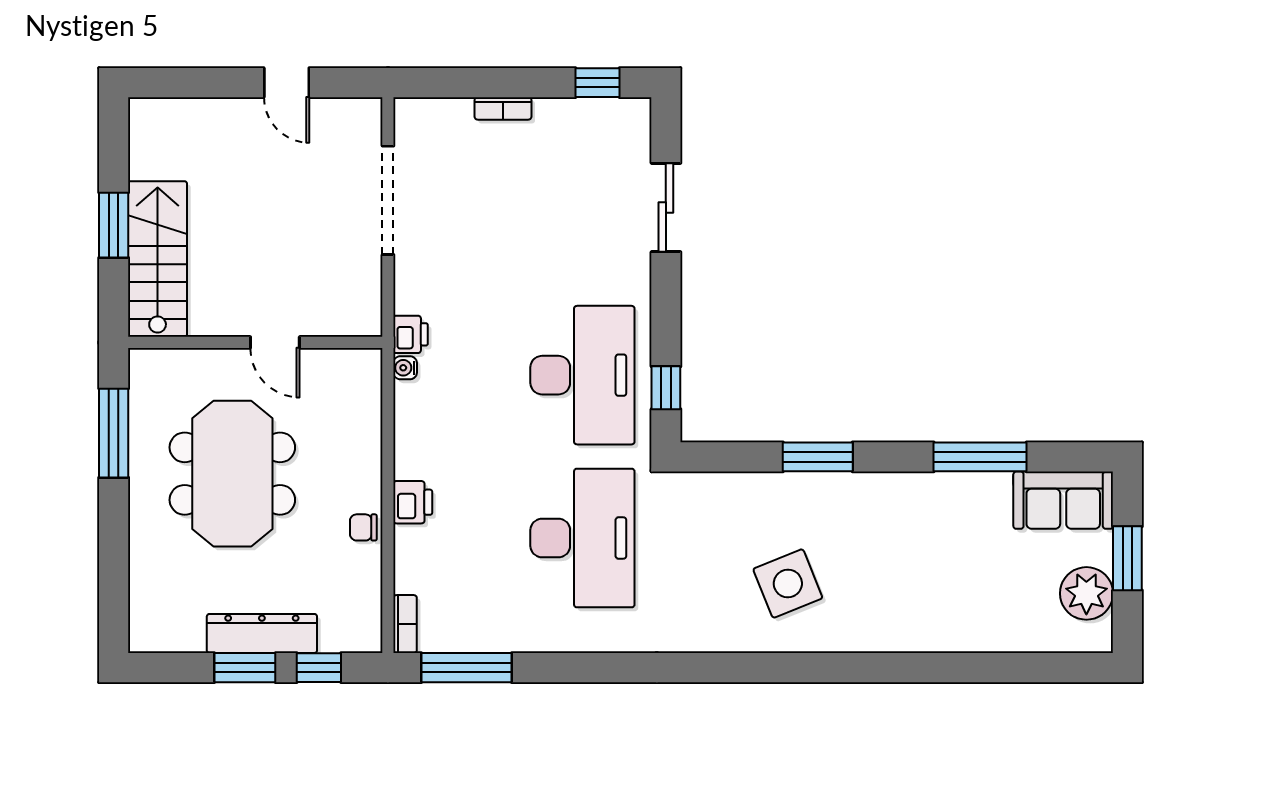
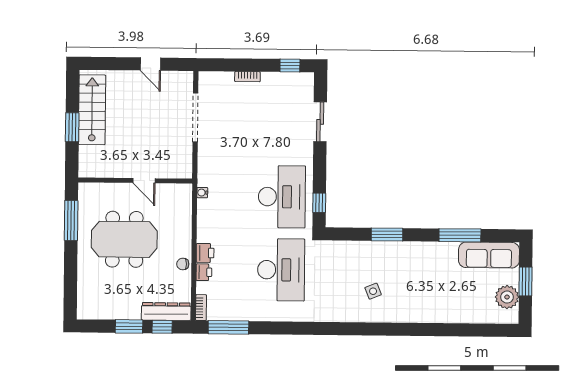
stairs: (158, 259) -> (92, 110), moved
printer: (411, 334) -> (204, 272), moved
meeting table: (232, 474) -> (124, 239), turned 90
sofa: (1063, 500) -> (489, 255), width x1.36
side table: (788, 583) -> (373, 291), width x0.54, depth x0.54
dresser: (262, 633) -> (166, 311), moved

